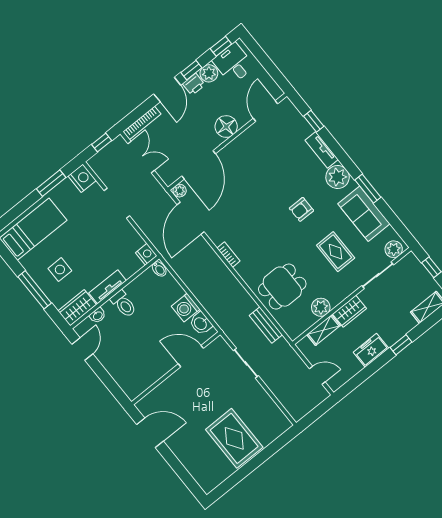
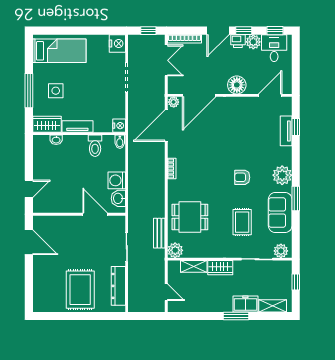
tv unit: (322, 150) -> (286, 131), moved
window: (51, 183) -> (95, 31), removed
toilet: (123, 304) -> (95, 146), moved
plant: (321, 307) -> (175, 250), moved
window: (401, 345) -> (236, 316), width x1.50
door: (82, 349) -> (29, 189), moved
freezer: (371, 350) -> (245, 304), moved
dresser: (267, 406) -> (118, 286), added

